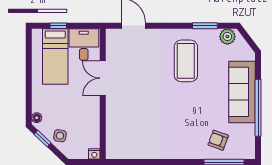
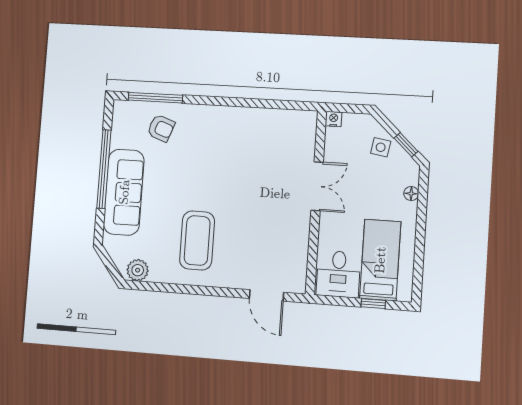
window: (205, 26) -> (167, 288), removed
double door: (103, 78) -> (317, 186), moved
floor lamp: (37, 118) -> (411, 194), moved

